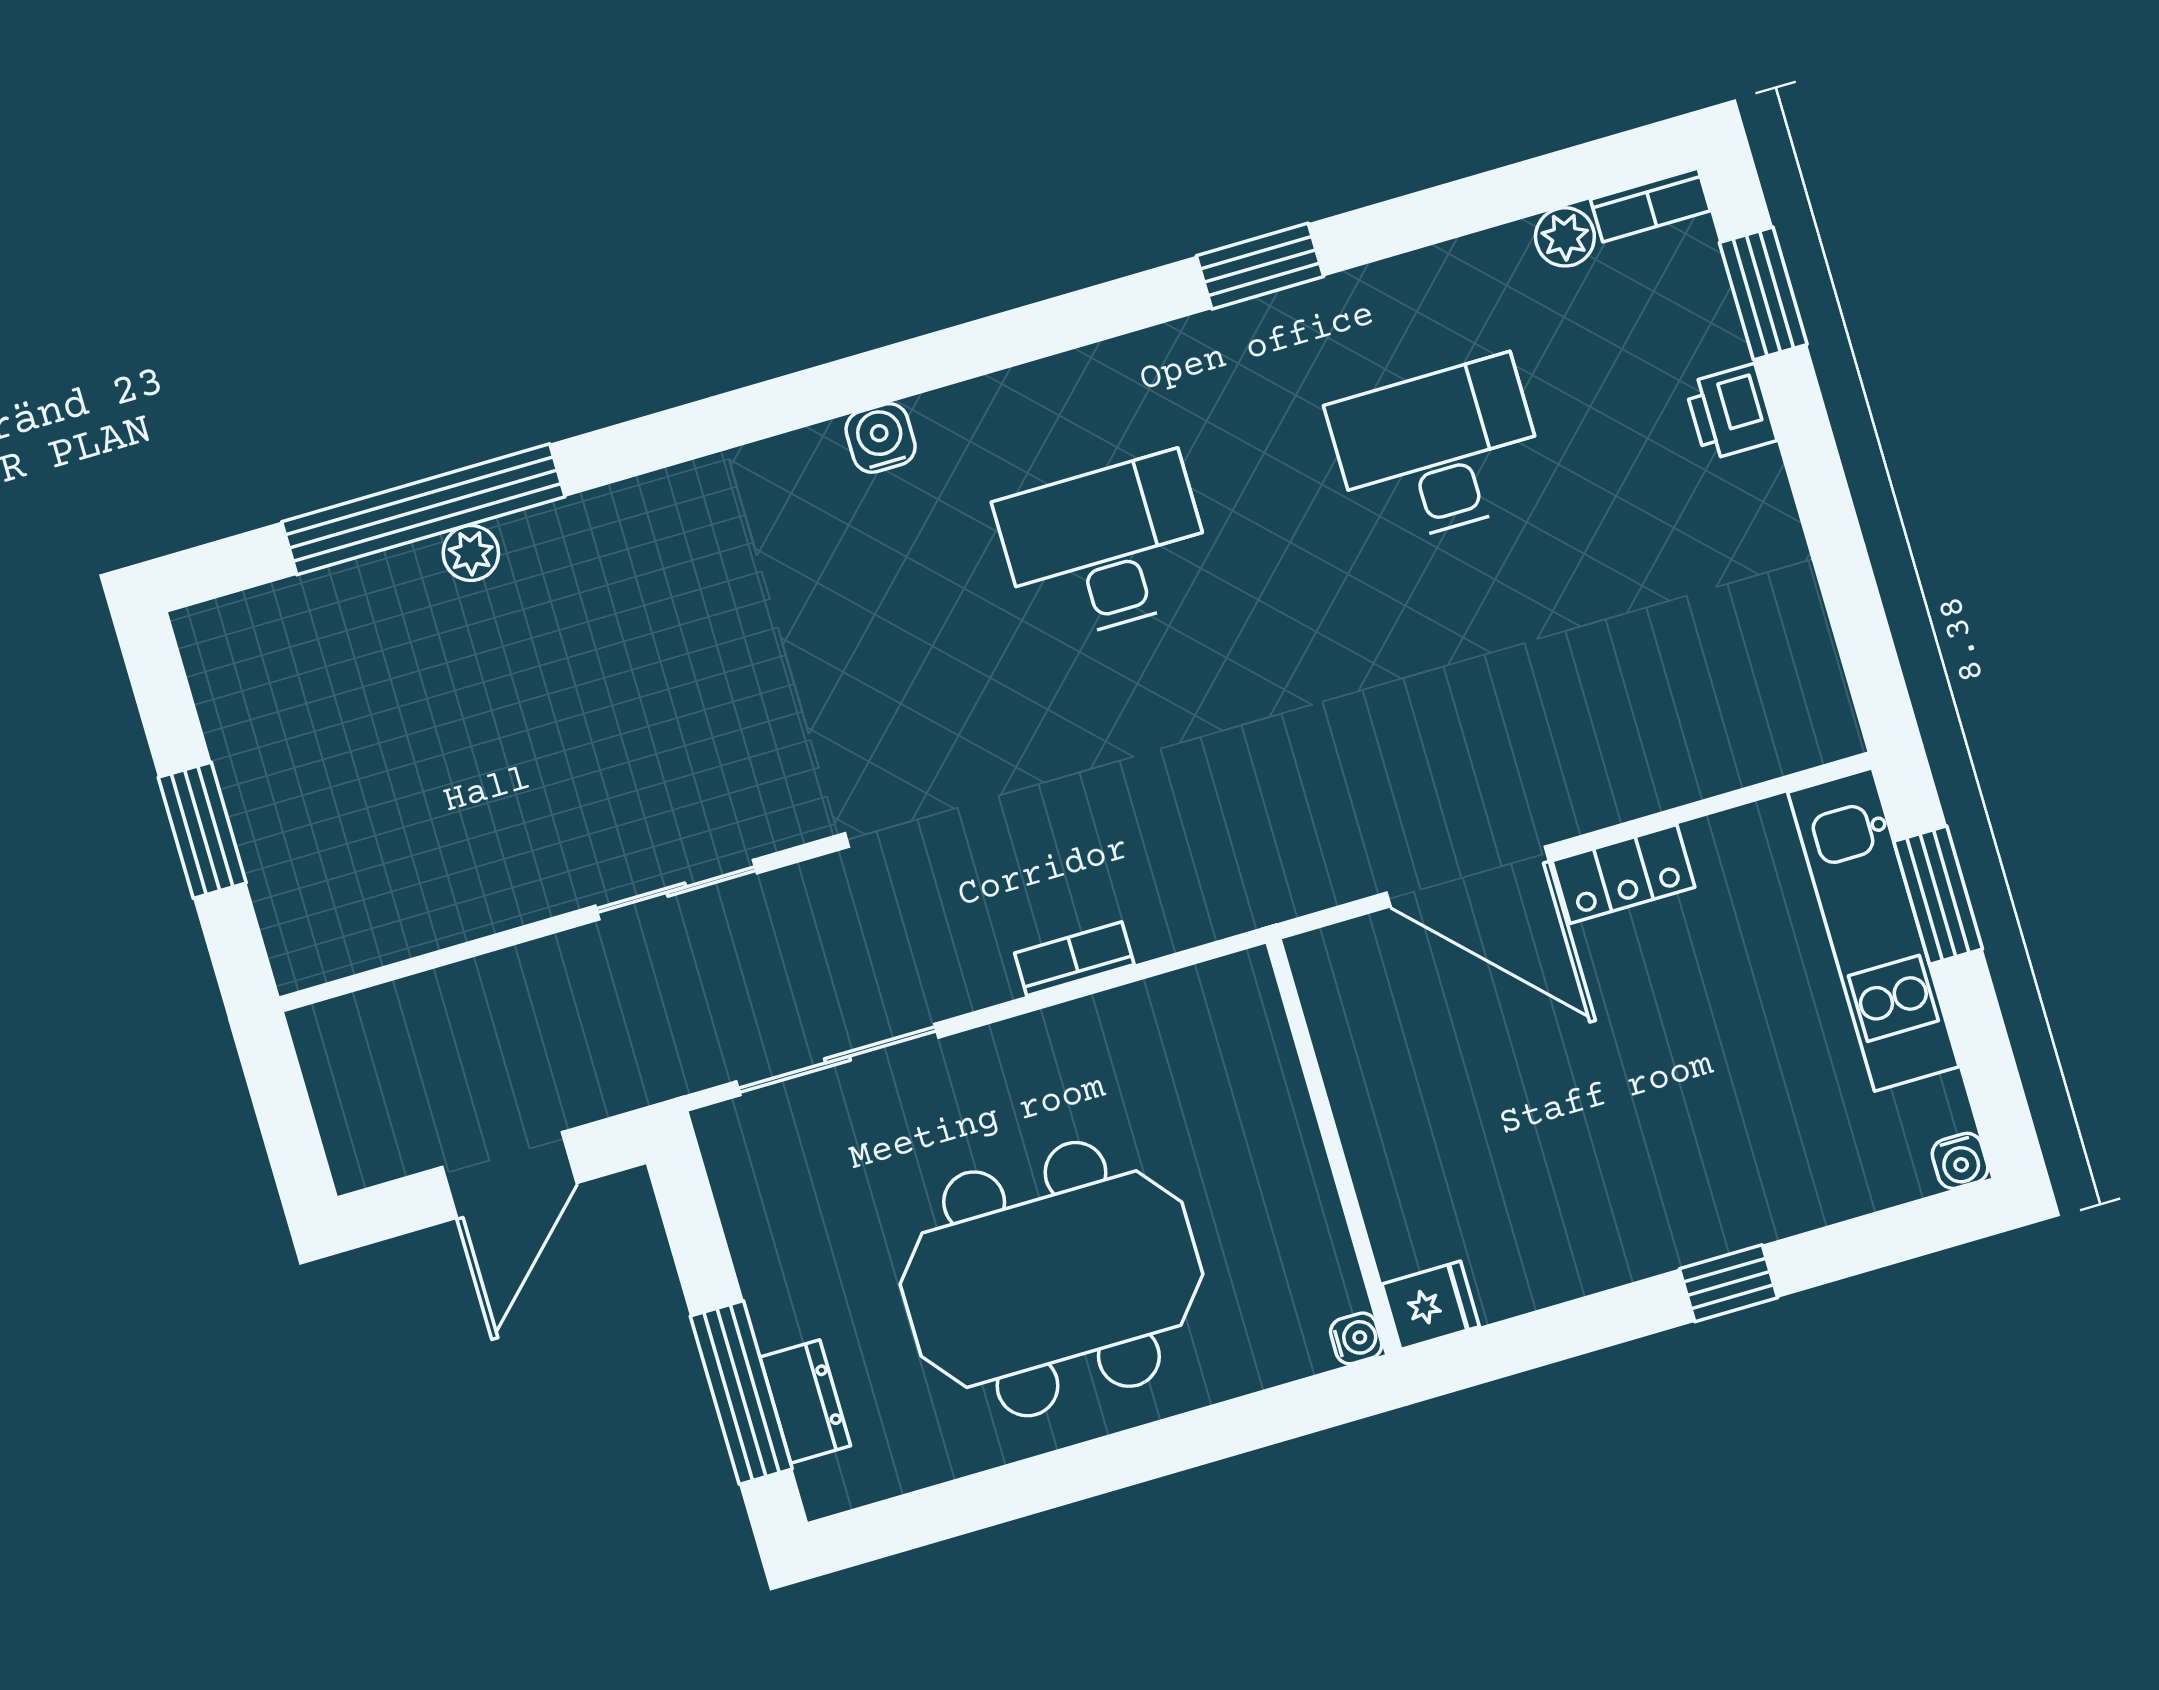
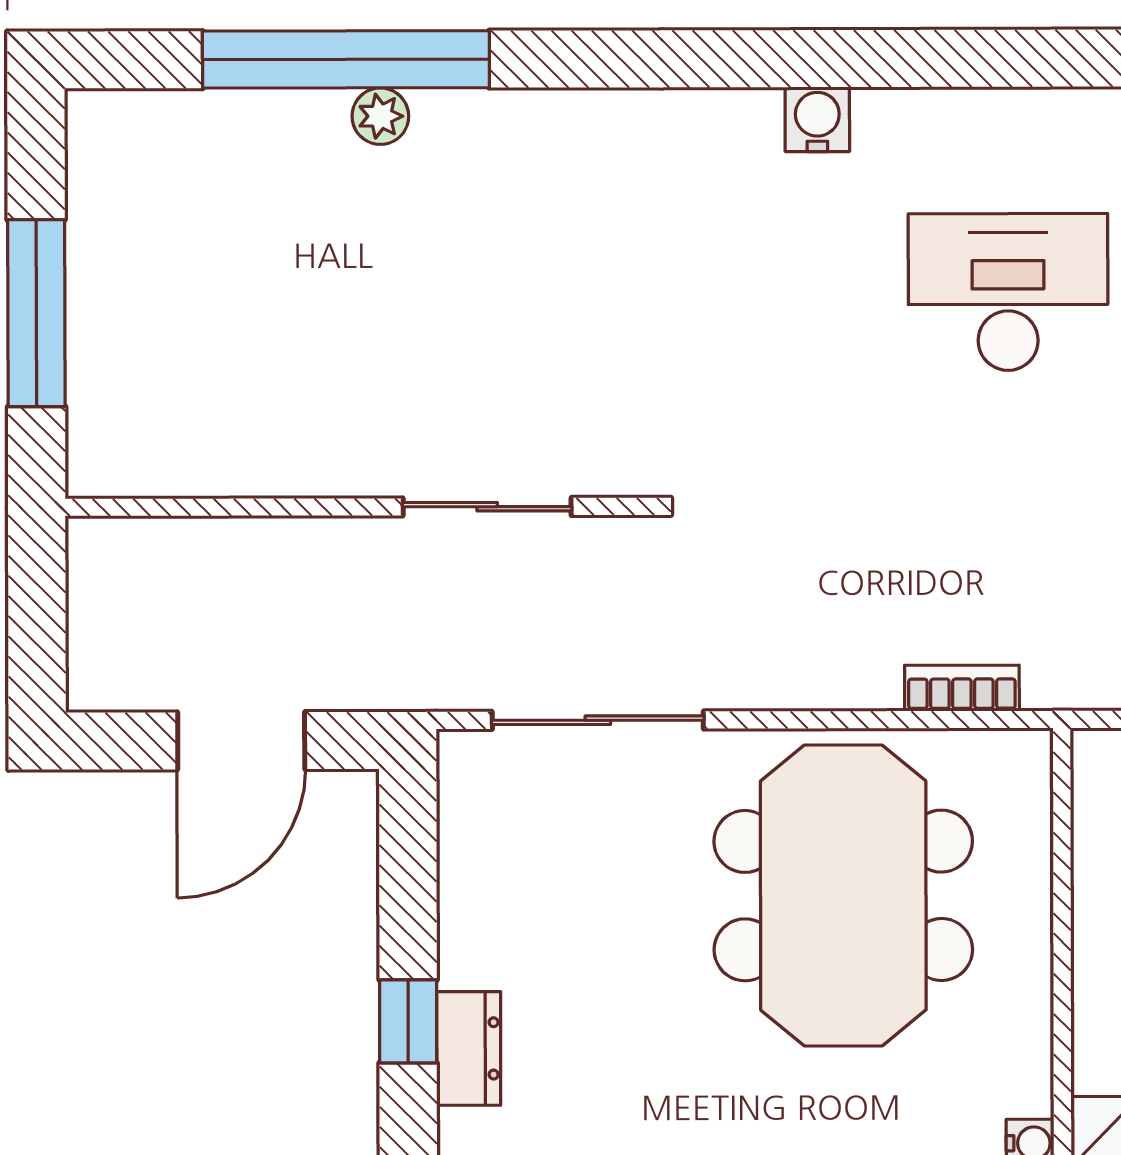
window: (202, 830) -> (36, 313), width x1.44
bookcase: (1074, 959) -> (962, 688), moved
meeting table: (1051, 1279) -> (843, 895), moved, turned 90
window: (741, 1392) -> (408, 1021), width x0.46

